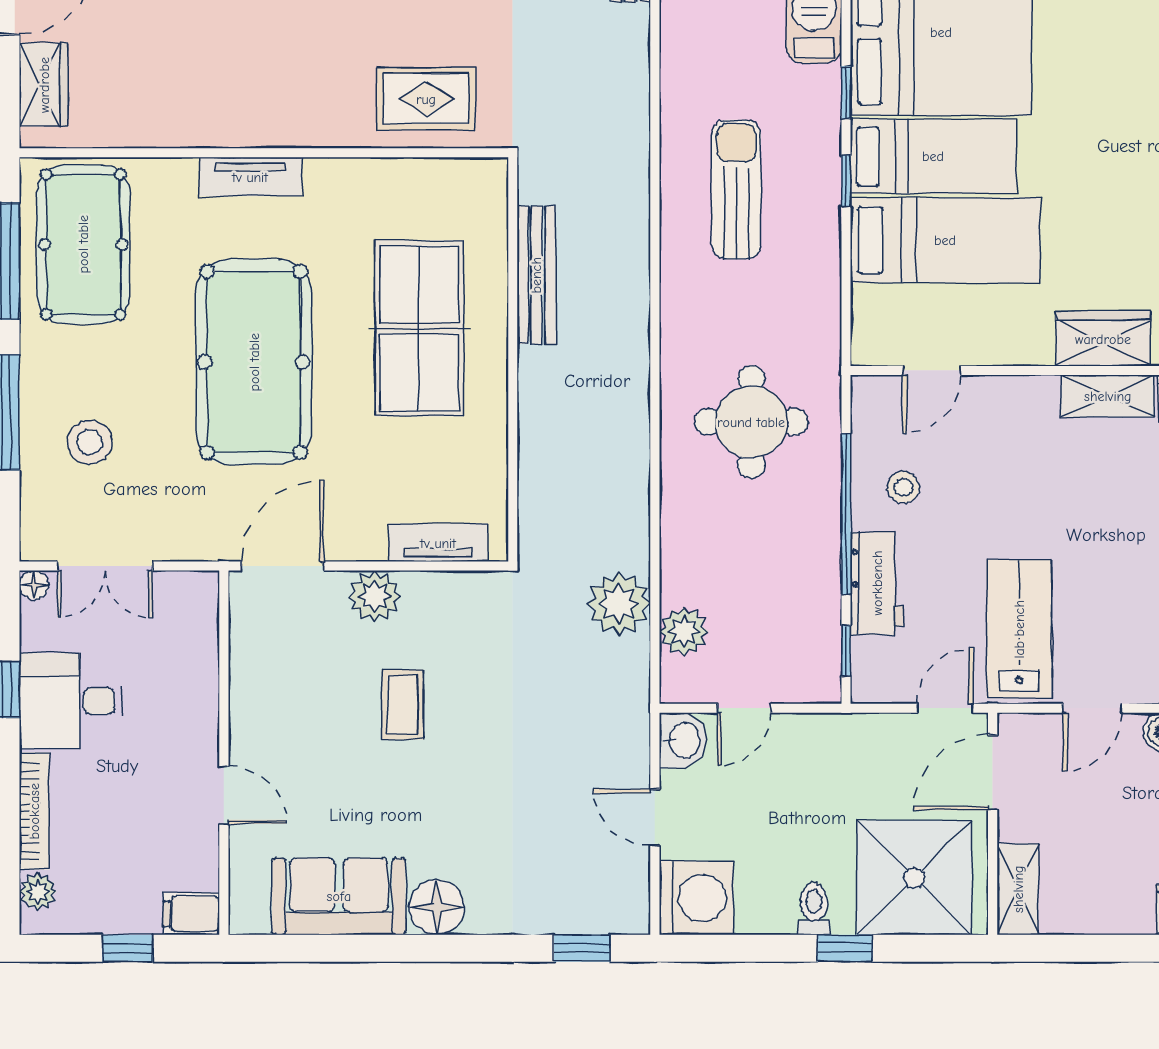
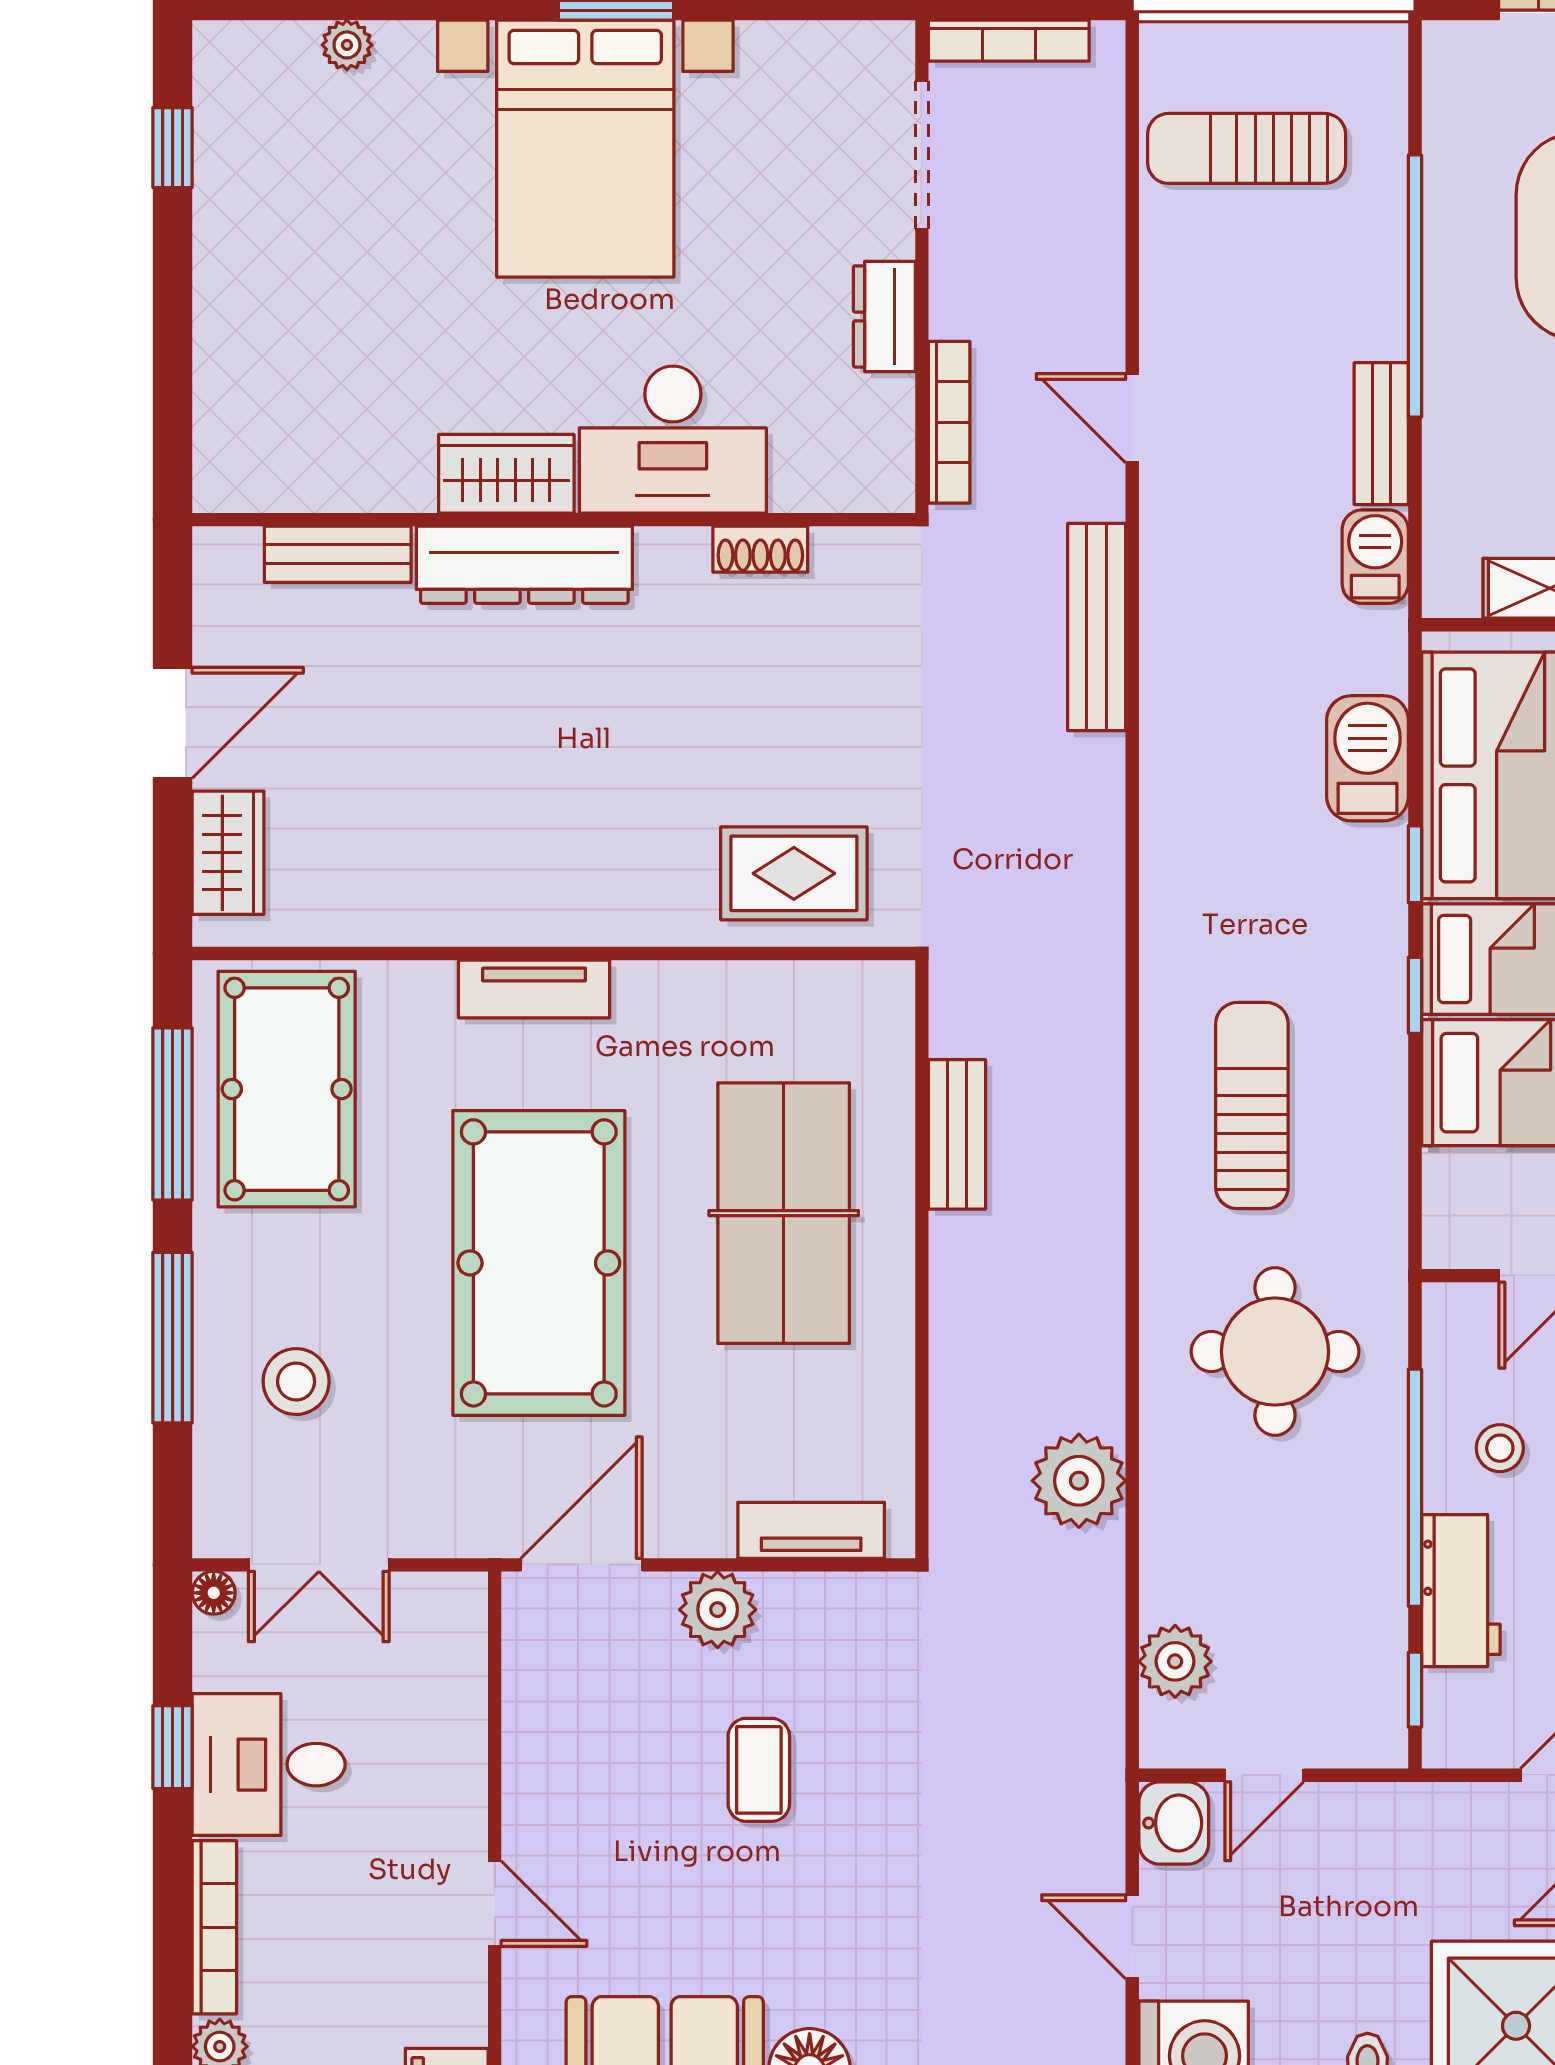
sun lounger: (736, 190) -> (1252, 1106), moved
bench: (536, 275) -> (957, 1134), width x0.73
plant: (619, 604) -> (1079, 1481), moved

